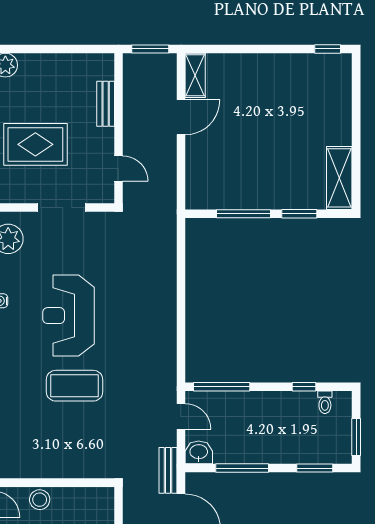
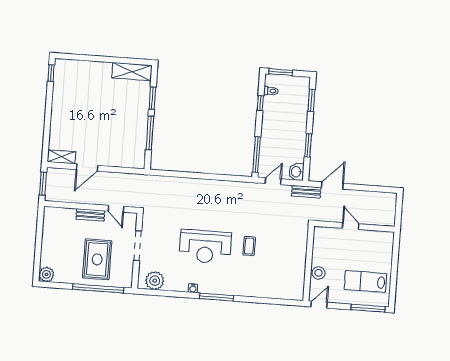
bench: (106, 104) -> (90, 215), moved
door: (181, 117) -> (87, 167), swing flipped
door: (118, 169) -> (116, 209), swing flipped
coffee table: (74, 386) -> (249, 246), width x0.54, depth x0.58
window: (356, 437) -> (281, 72), moved
window: (242, 468) -> (308, 145), width x0.69

